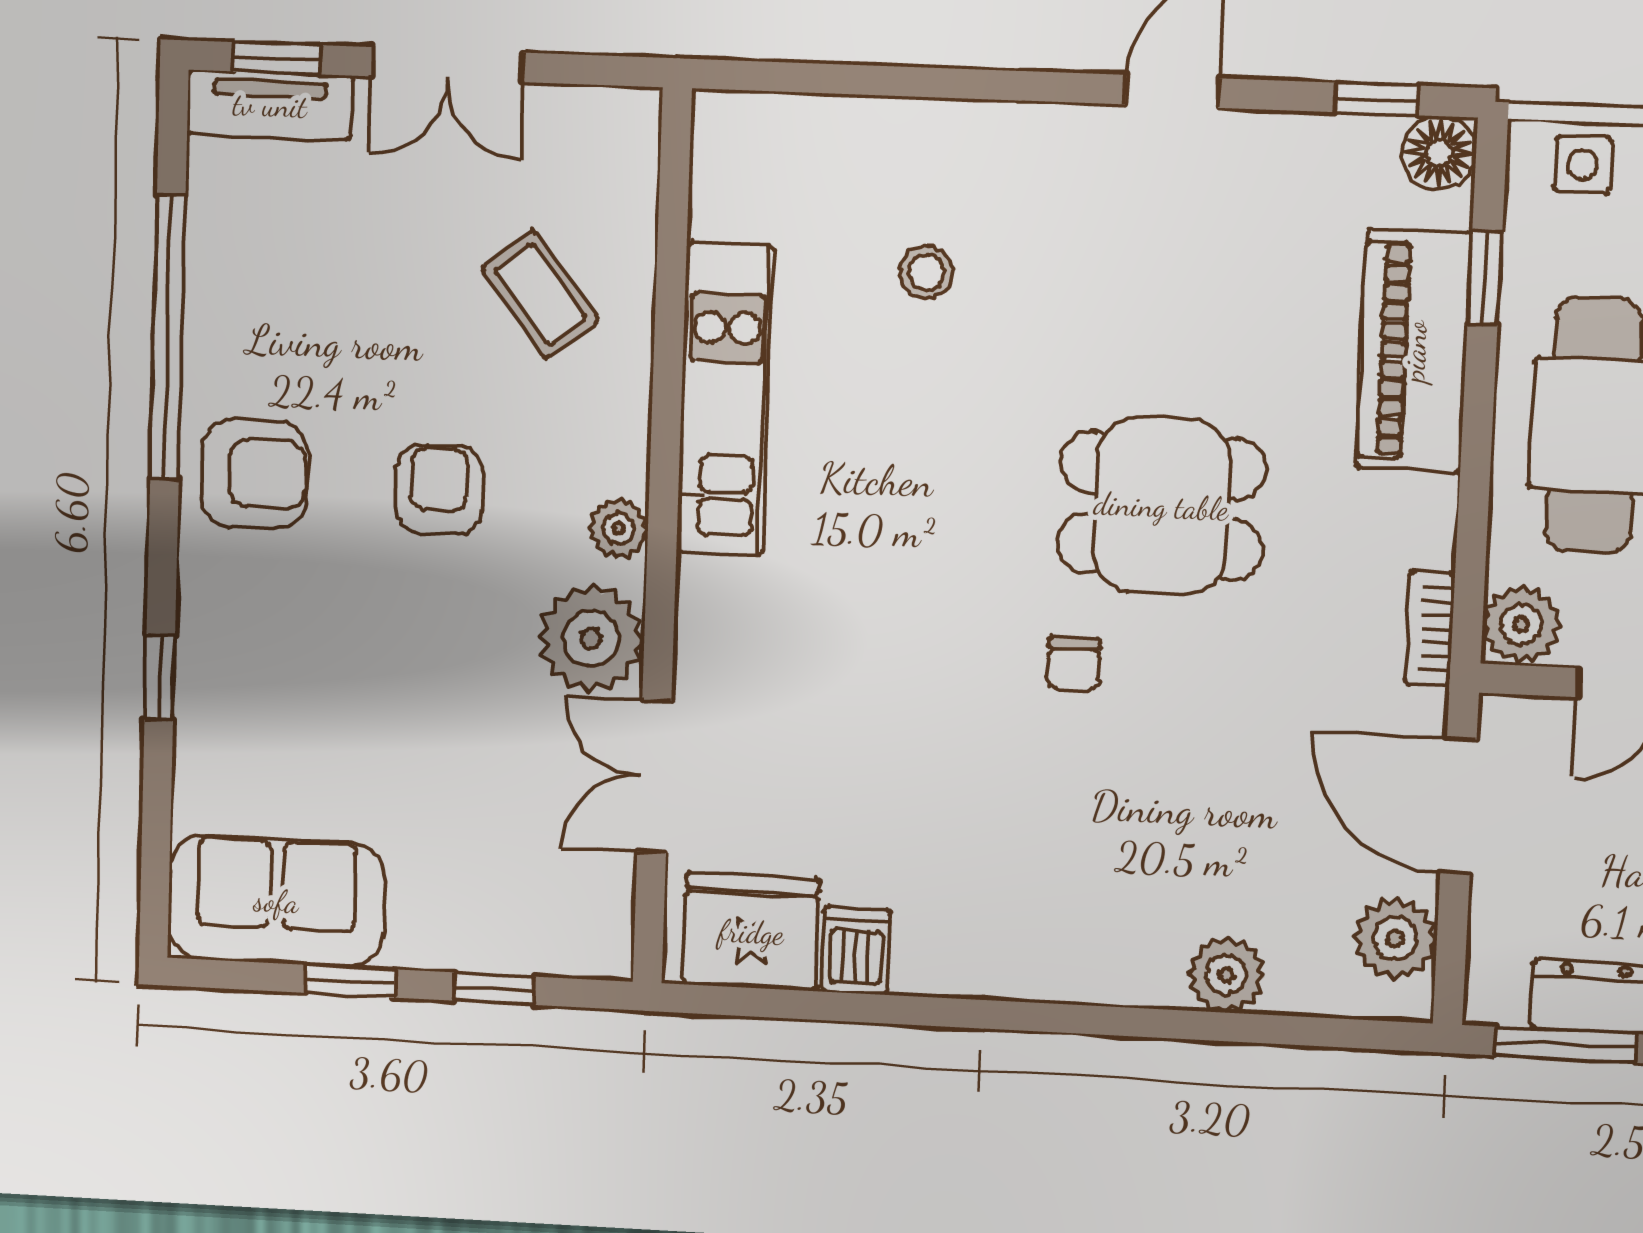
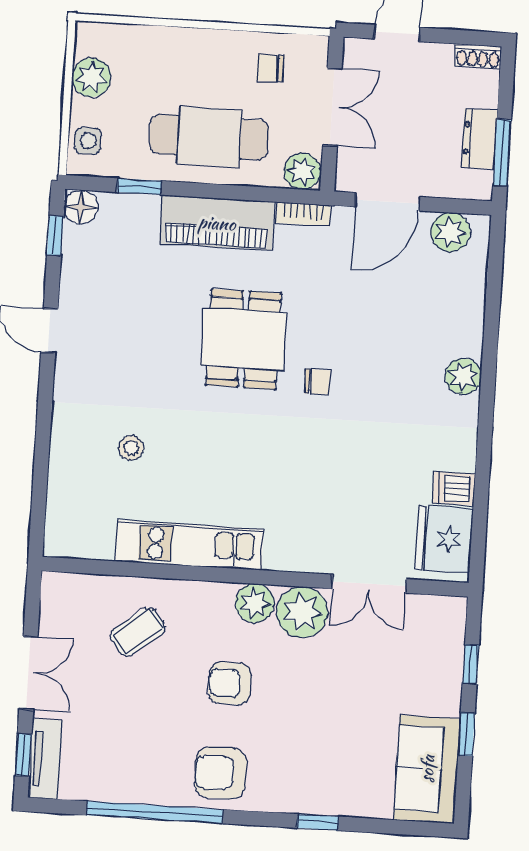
piano: (1414, 351) -> (217, 223), moved
armchair: (254, 474) -> (221, 773), turned -90
plant: (619, 528) -> (255, 603), width x1.38, depth x1.38
plant: (1226, 975) -> (463, 376), moved

